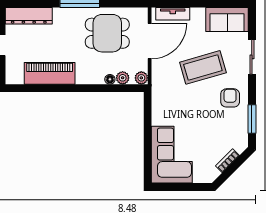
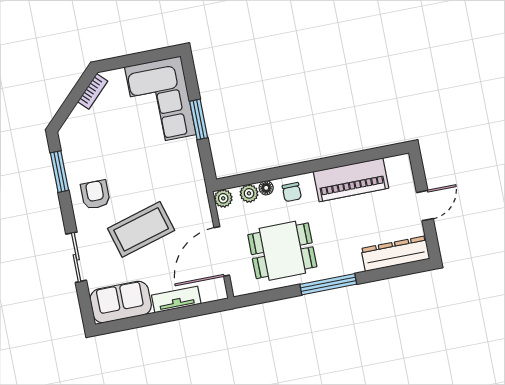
tv unit: (173, 14) -> (176, 299), moved
chair: (93, 73) -> (292, 192), added
armchair: (230, 98) -> (95, 195), turned 180
window: (148, 136) -> (199, 119), added
bookcase: (228, 161) -> (93, 91), moved

